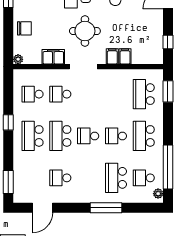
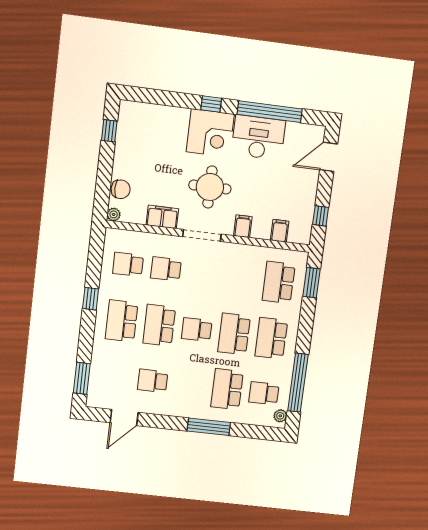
chair: (24, 28) -> (121, 189), moved
filing cabinet: (125, 56) -> (280, 231), moved
school desk: (116, 136) -> (234, 334), width x1.85

